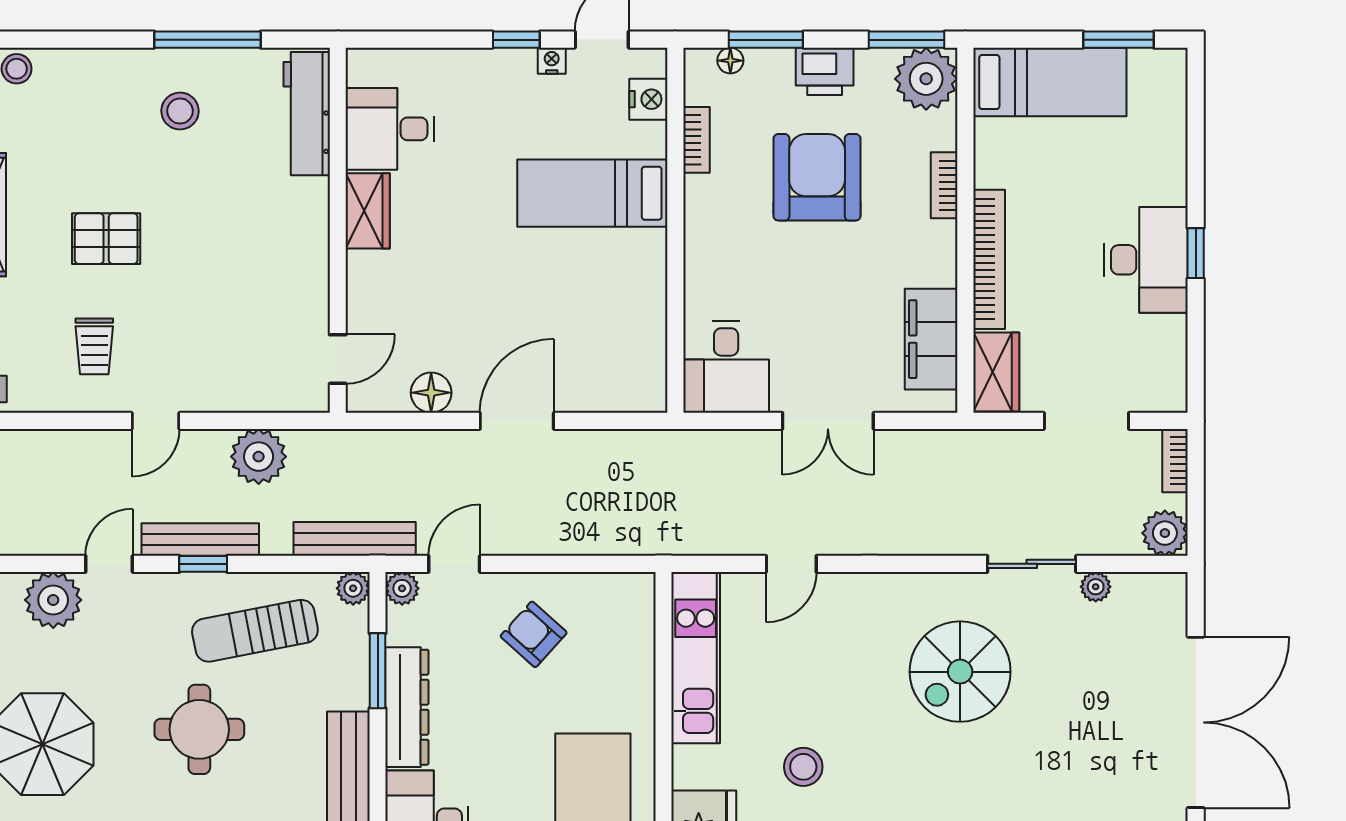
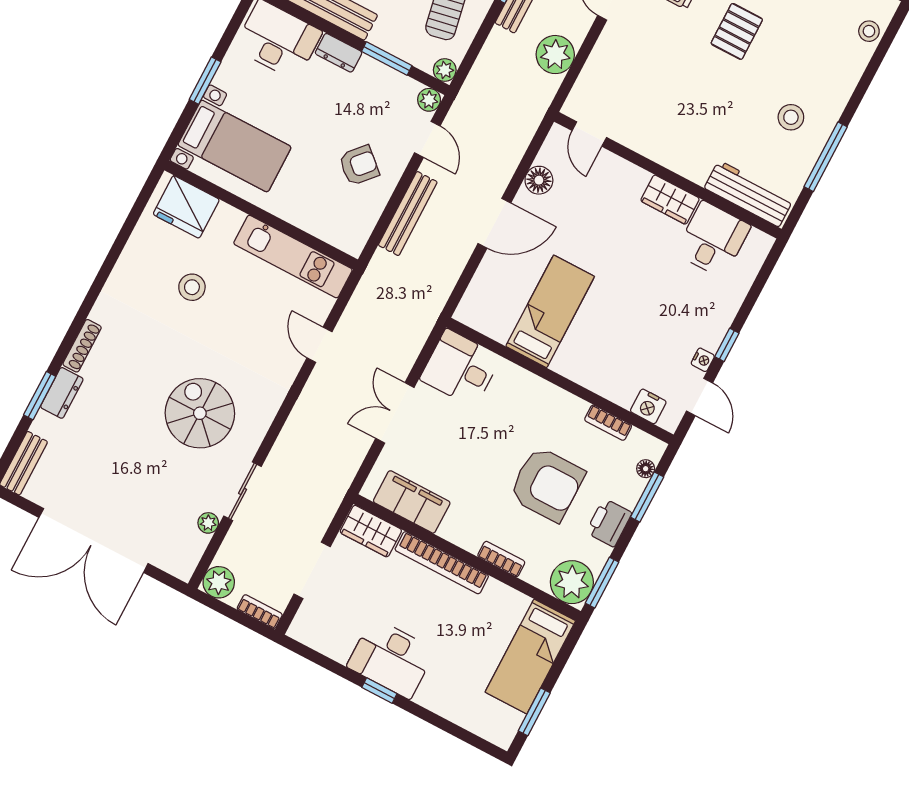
bed: (592, 193) -> (550, 311), moved
door: (517, 421) -> (494, 223), hinge flipped
bench: (355, 539) -> (408, 214), moved
dresser: (407, 707) -> (339, 53), width x0.51, depth x0.80

